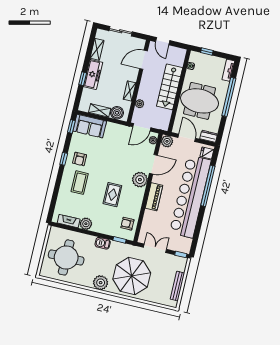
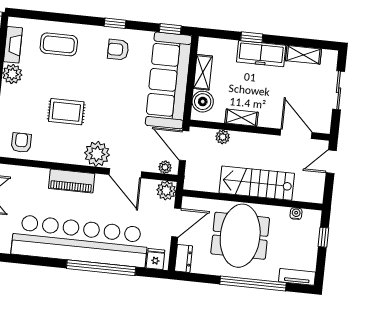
sofa: (90, 126) -> (169, 80), width x1.85, depth x1.27
coffee table: (80, 183) -> (59, 44), moved

